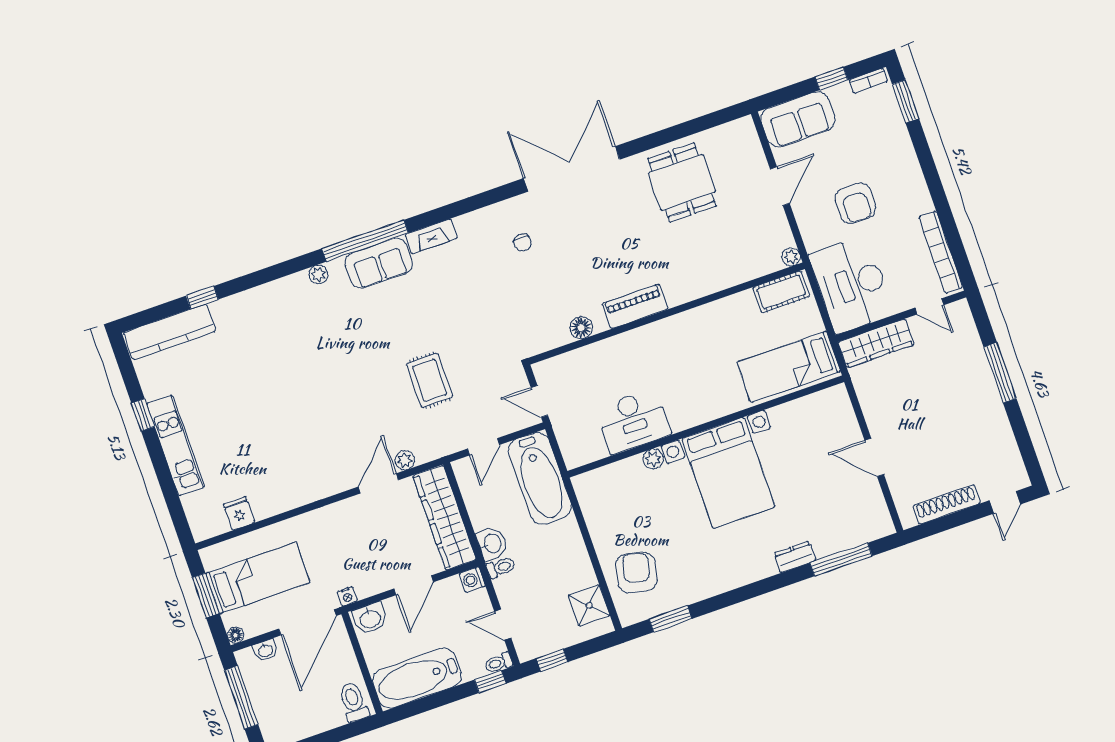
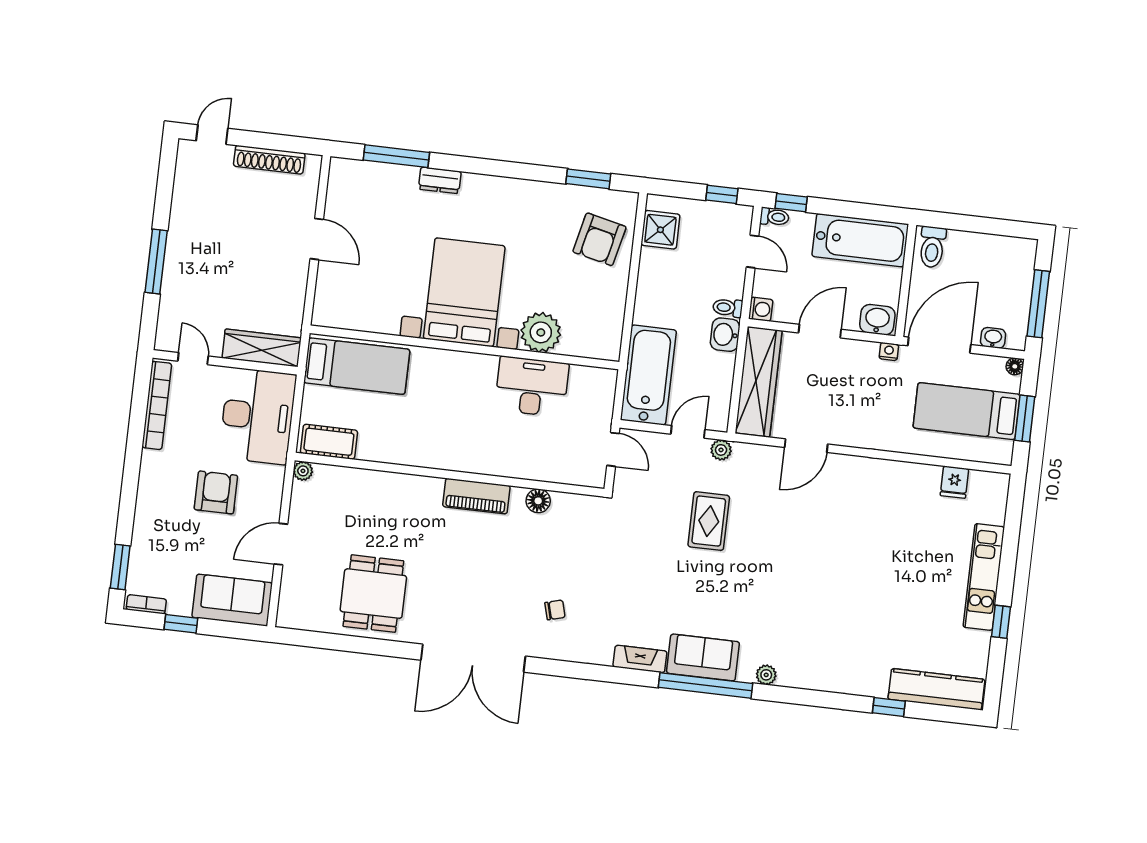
chair: (523, 243) -> (555, 610), turned 75
plant: (653, 459) -> (541, 332), width x1.88, depth x1.88
plant: (405, 460) -> (721, 450), moved

